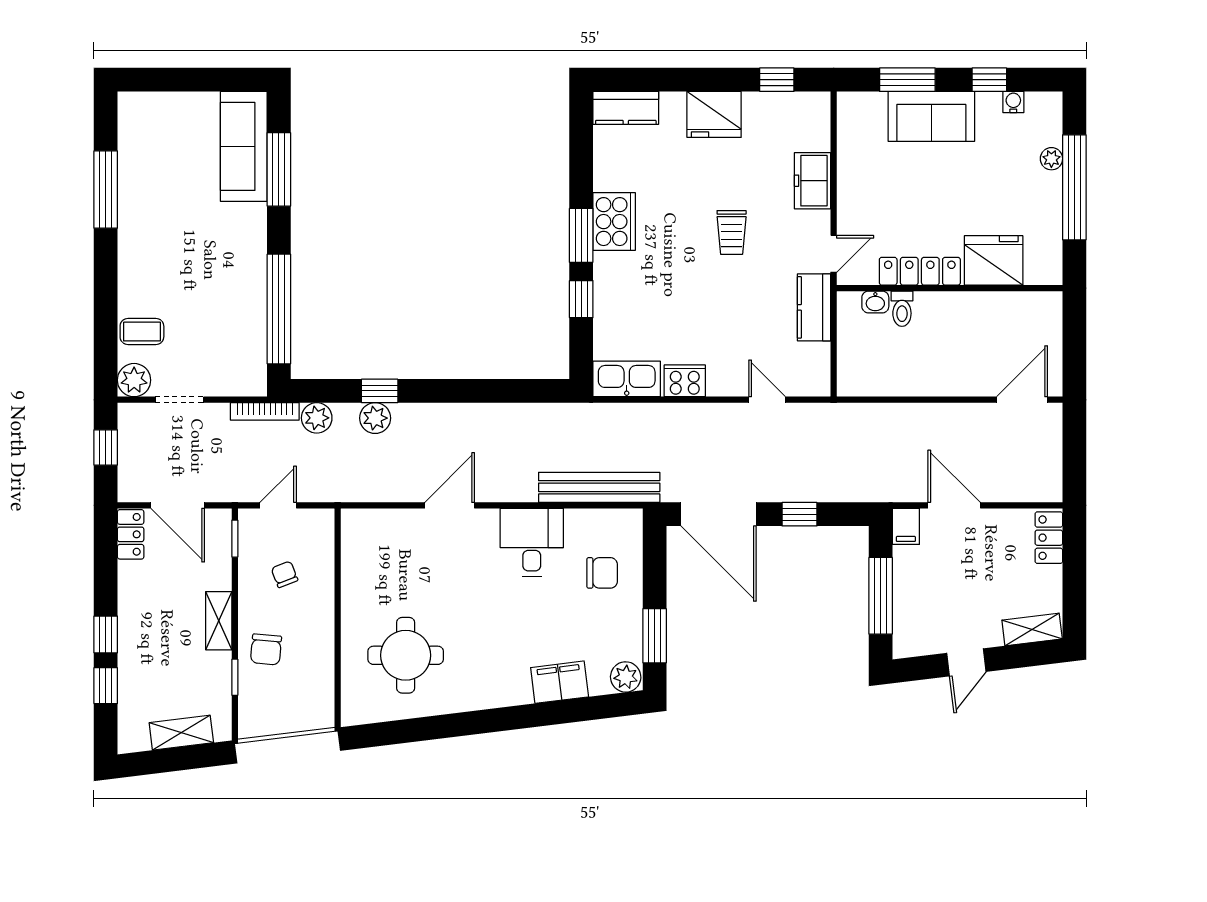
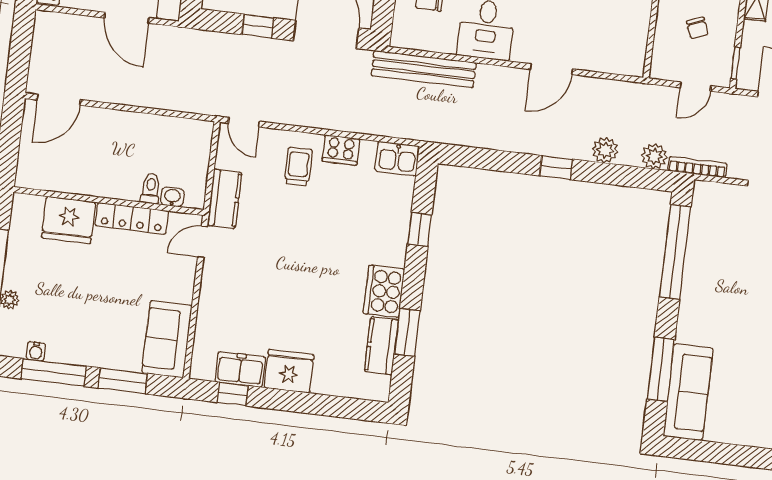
window: (989, 80) -> (54, 372), width x2.17
kitchen counter: (626, 108) -> (381, 346), moved, turned -90
sofa: (931, 116) -> (167, 339), moved, turned -90
freezer: (813, 181) -> (240, 369), moved, turned -90
trolley: (732, 232) -> (298, 167), moved
window: (581, 235) -> (407, 332), moved
kitchen sink: (627, 379) -> (397, 158), width x0.73
window: (380, 391) -> (556, 168), moved
door: (767, 400) -> (244, 122), moved

